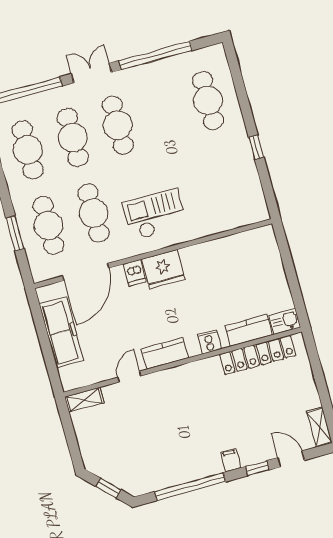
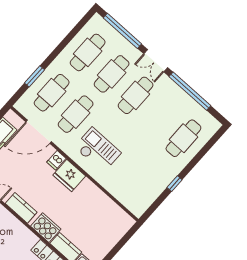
double door: (91, 73) -> (156, 61), swing flipped
cooker: (209, 342) -> (46, 228), width x1.87, depth x1.31

